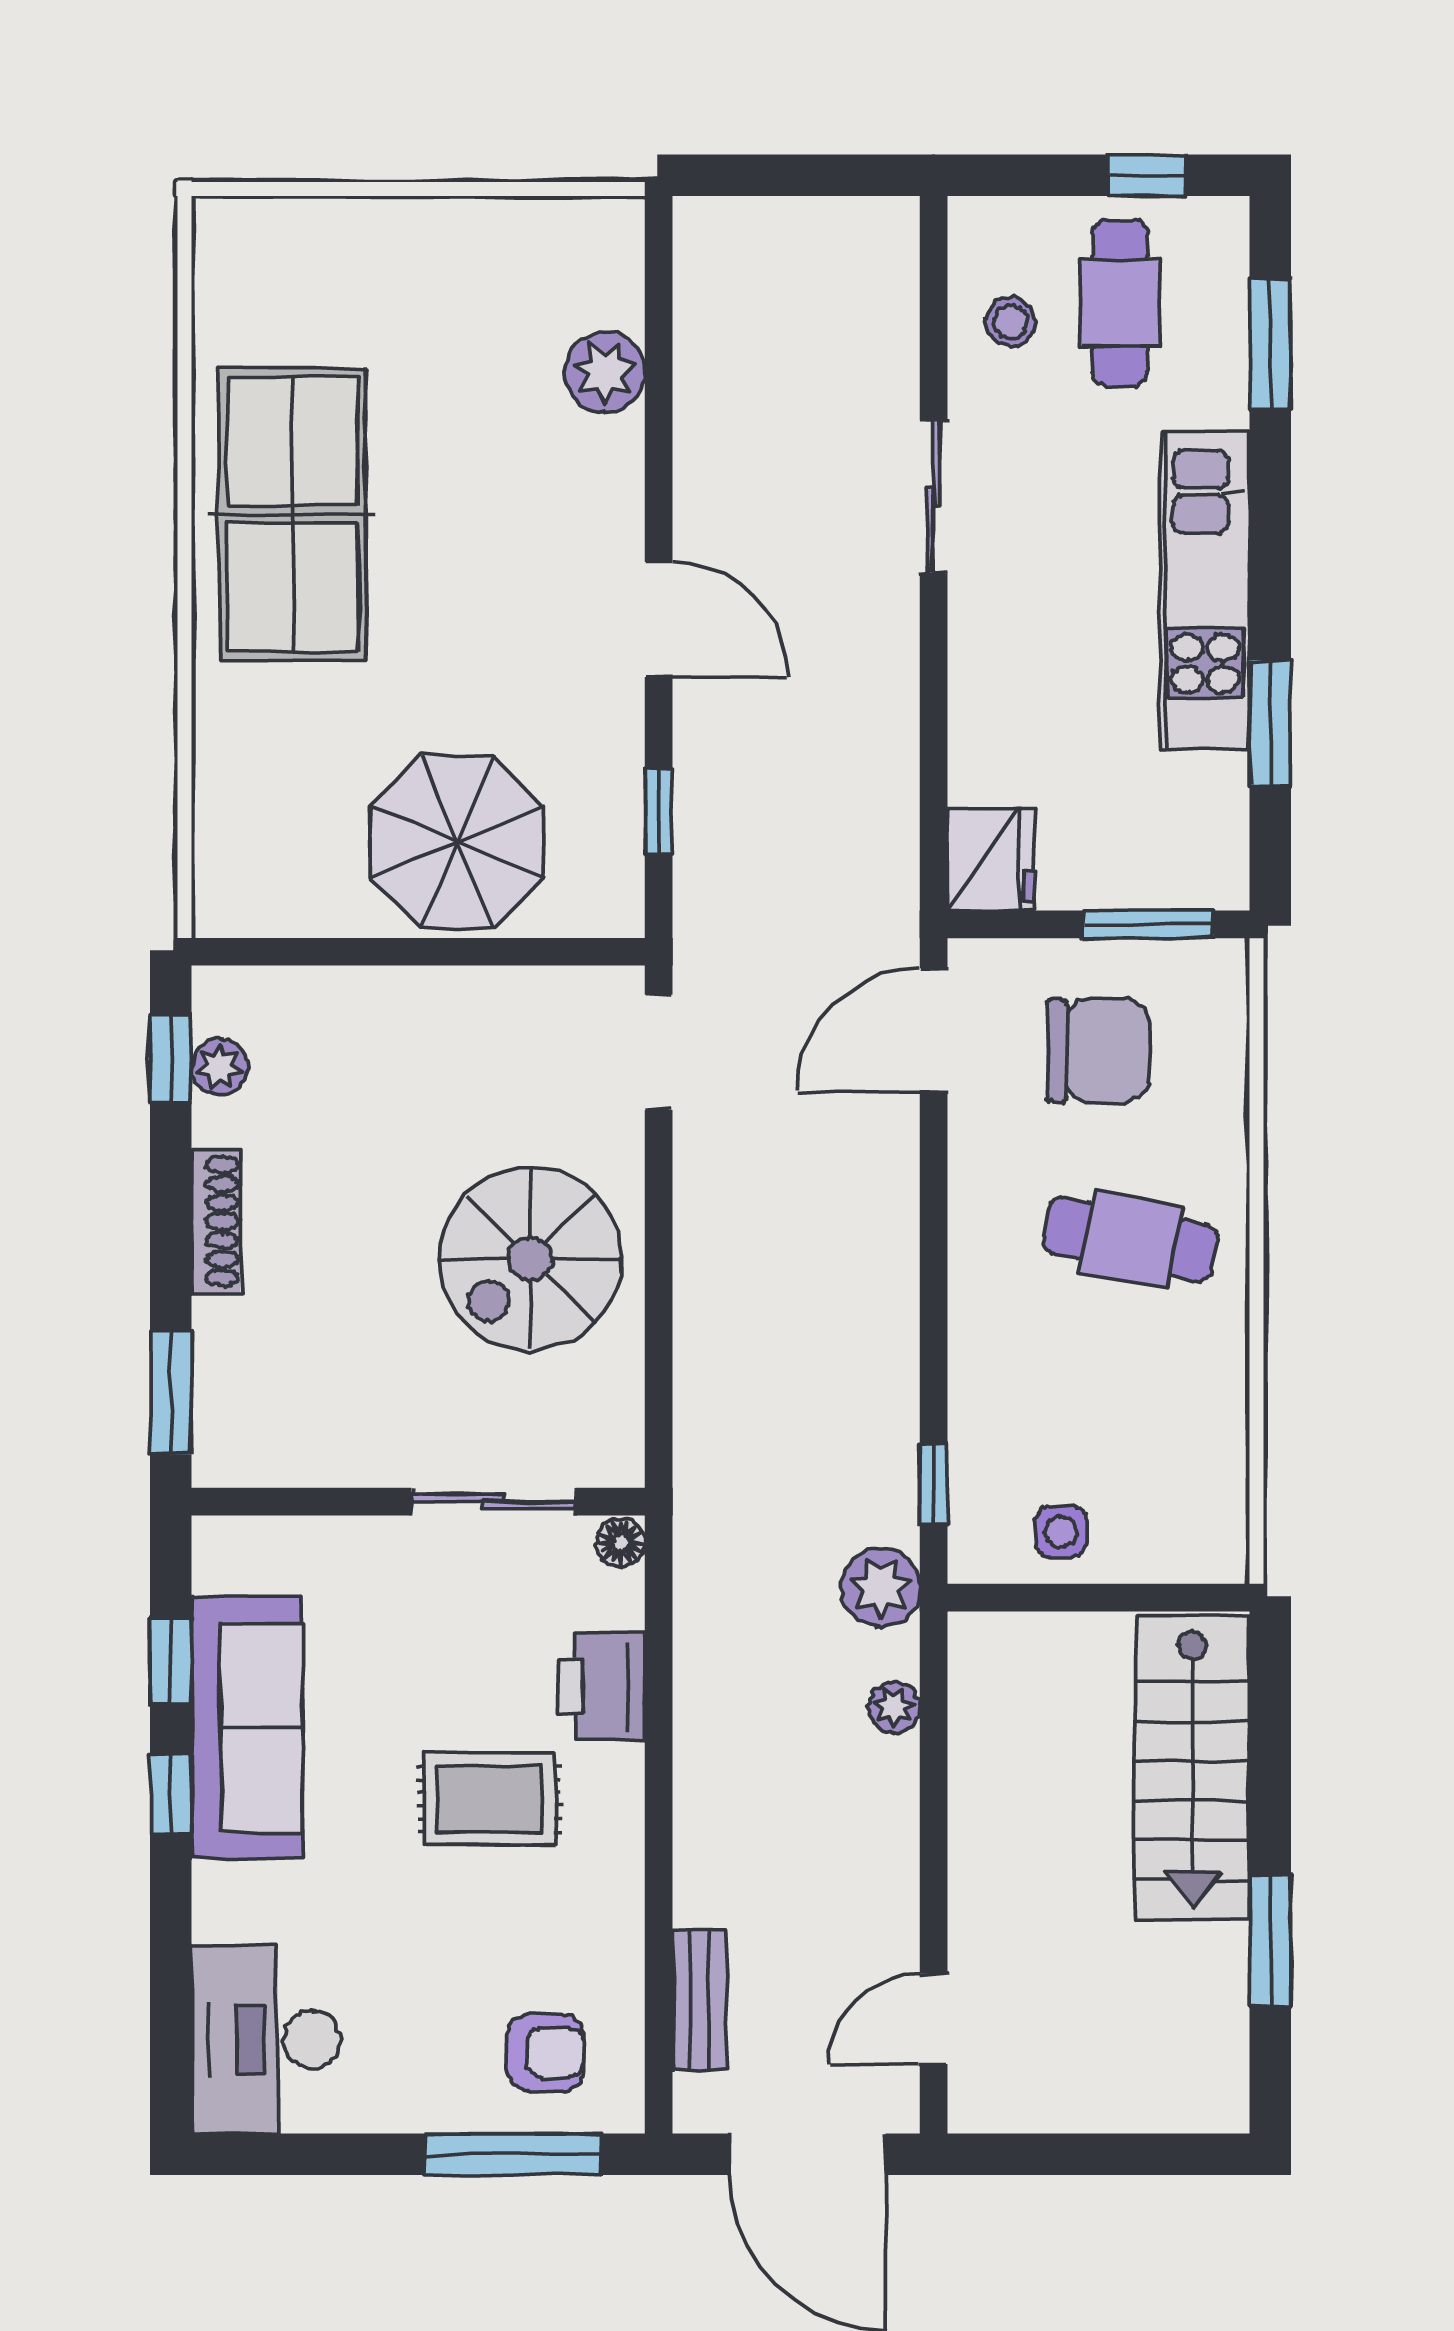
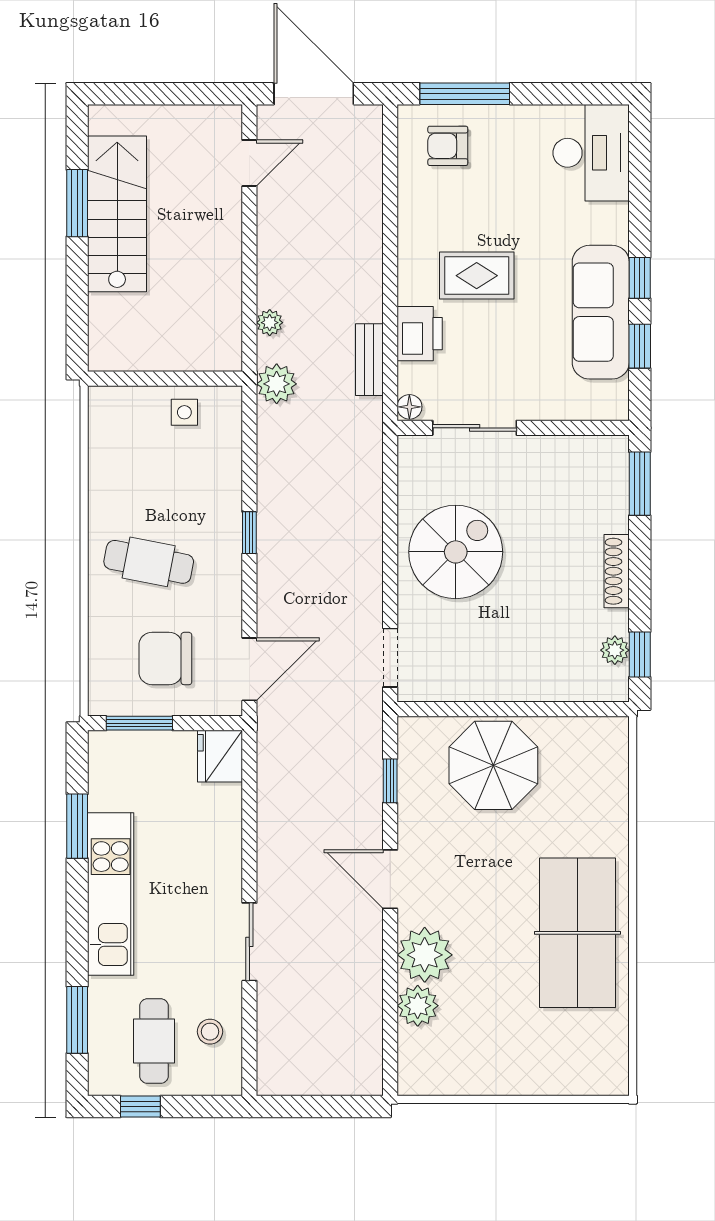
plant: (591, 472) -> (425, 955), added
window: (934, 1484) -> (249, 533), moved
stairs: (1192, 1767) -> (117, 214), moved
bench: (699, 2000) -> (369, 360), moved

